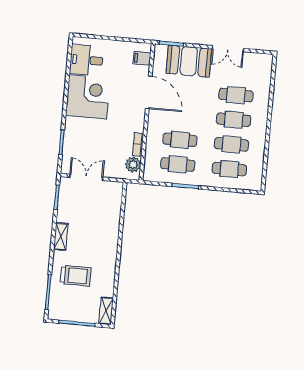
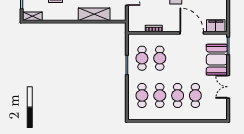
filing cabinet: (142, 58) -> (216, 26), width x2.00
door: (149, 92) -> (192, 33), swing flipped
plant: (133, 165) -> (139, 26), removed
shelving: (111, 225) -> (94, 14), added

